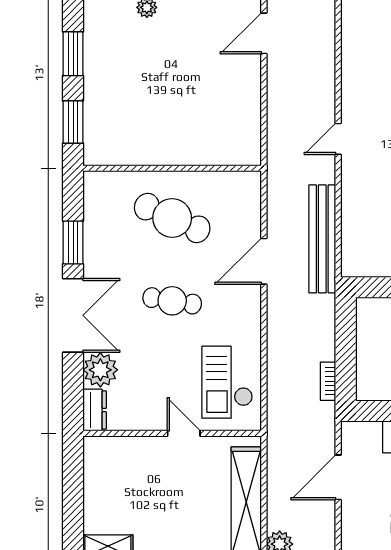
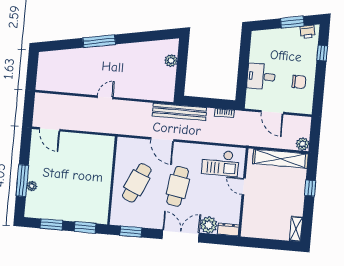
door: (338, 139) -> (105, 97), swing flipped
bench: (322, 239) -> (179, 112), moved
window: (73, 242) -> (131, 232), moved
cafe table: (172, 301) -> (178, 186), width x1.37, depth x1.35
door: (184, 433) -> (244, 186), hinge flipped

